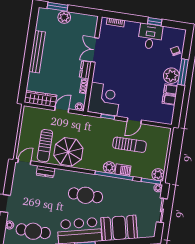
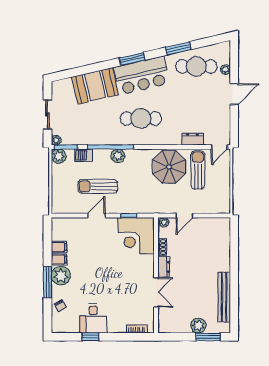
bench: (37, 52) -> (224, 297), moved
wardrobe: (40, 99) -> (212, 225), removed
barbecue: (123, 170) -> (84, 155), moved

